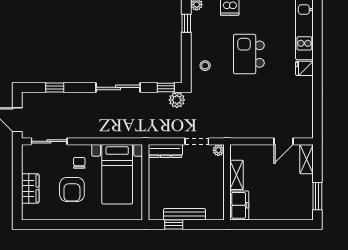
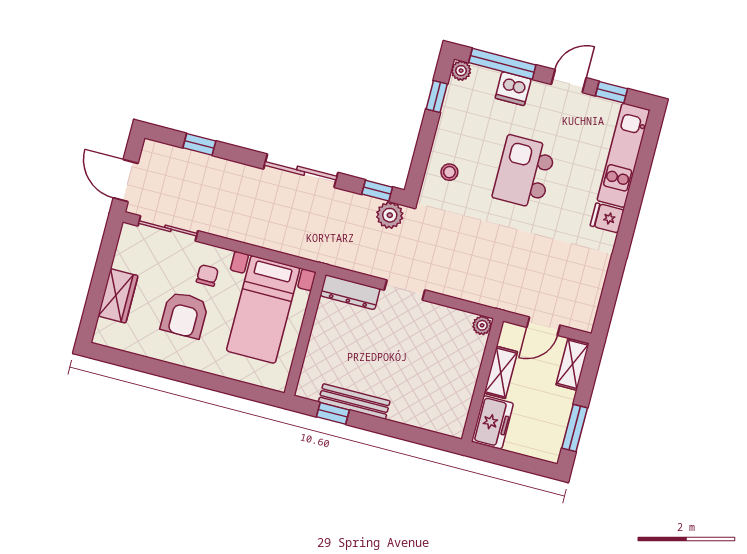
plant: (218, 150) -> (482, 325), moved
shelving: (237, 175) -> (501, 372), moved
wall: (227, 182) -> (482, 380), moved
freezer: (239, 205) -> (493, 422), moved

